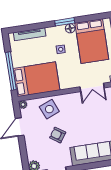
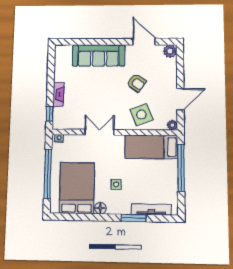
window: (65, 22) -> (134, 218), moved
bed: (36, 79) -> (151, 147), width x0.67
double door: (92, 87) -> (99, 132), moved

